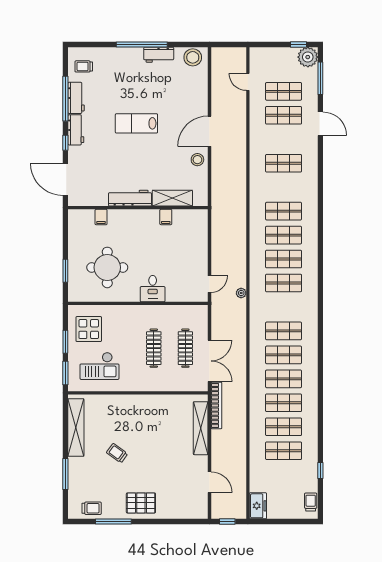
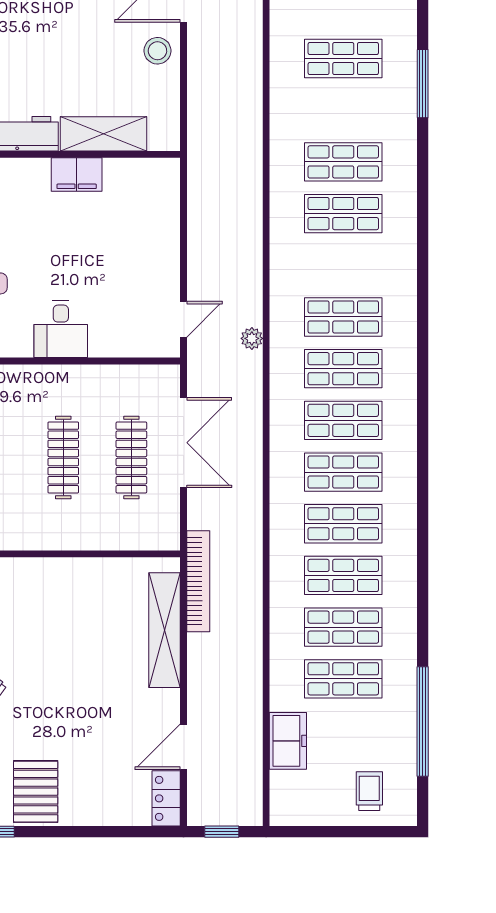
window: (320, 175) -> (423, 84), added
filing cabinet: (166, 217) -> (77, 175), width x2.00
shop shelf: (284, 259) -> (343, 369), moved
double door: (209, 361) -> (183, 443), moved
window: (320, 471) -> (423, 722), width x3.17
door: (209, 482) -> (183, 747), swing flipped
trolley: (311, 502) -> (369, 791), moved
pallet: (141, 503) -> (36, 792), turned 90
locker: (201, 506) -> (166, 798), added
freezer: (258, 506) -> (288, 741), moved

